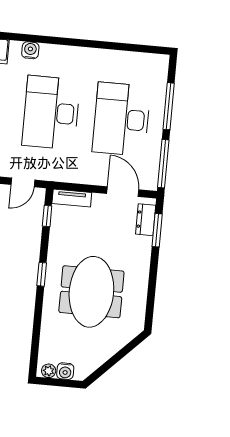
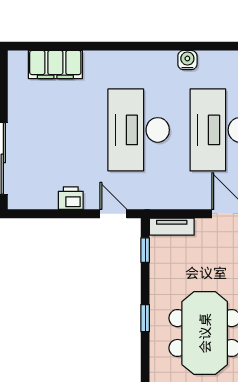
water cooler: (30, 50) -> (187, 60), moved
door: (23, 182) -> (113, 214), swing flipped

